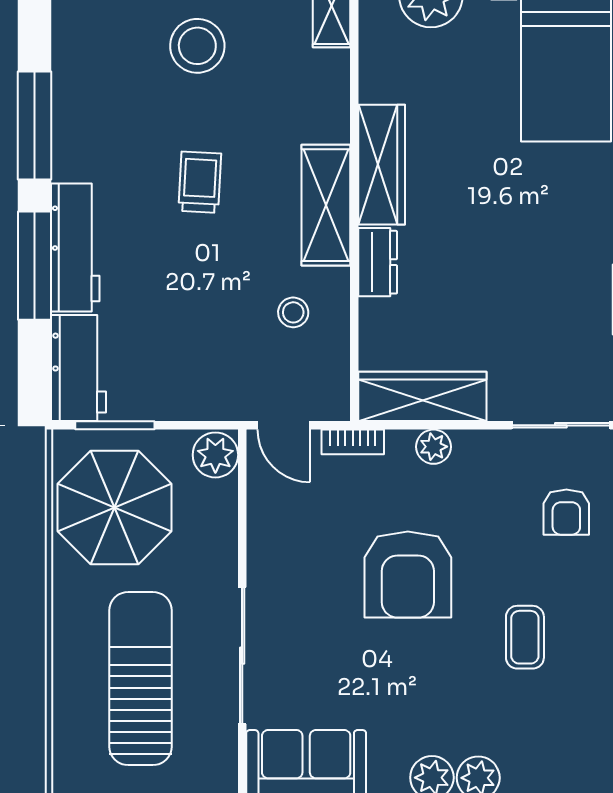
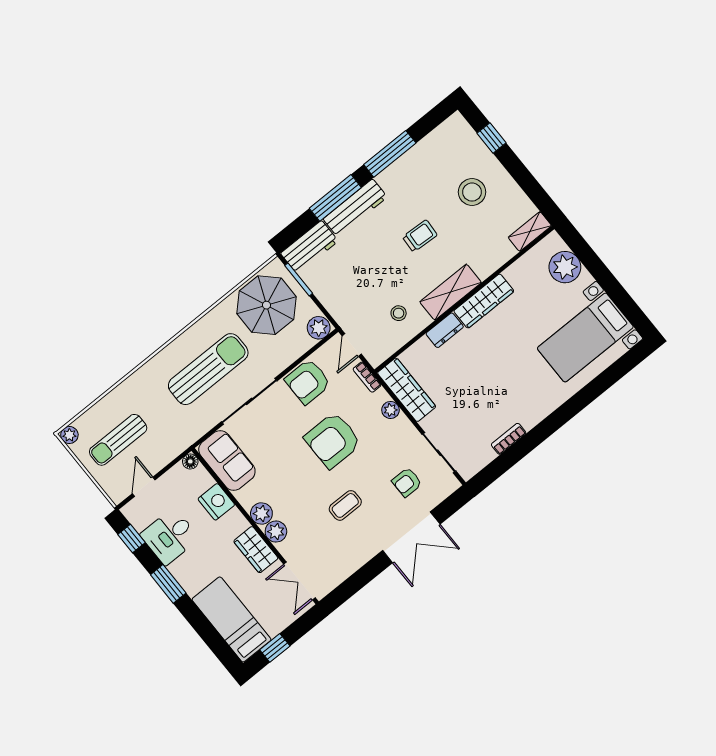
armchair: (285, 540) -> (308, 382), added

